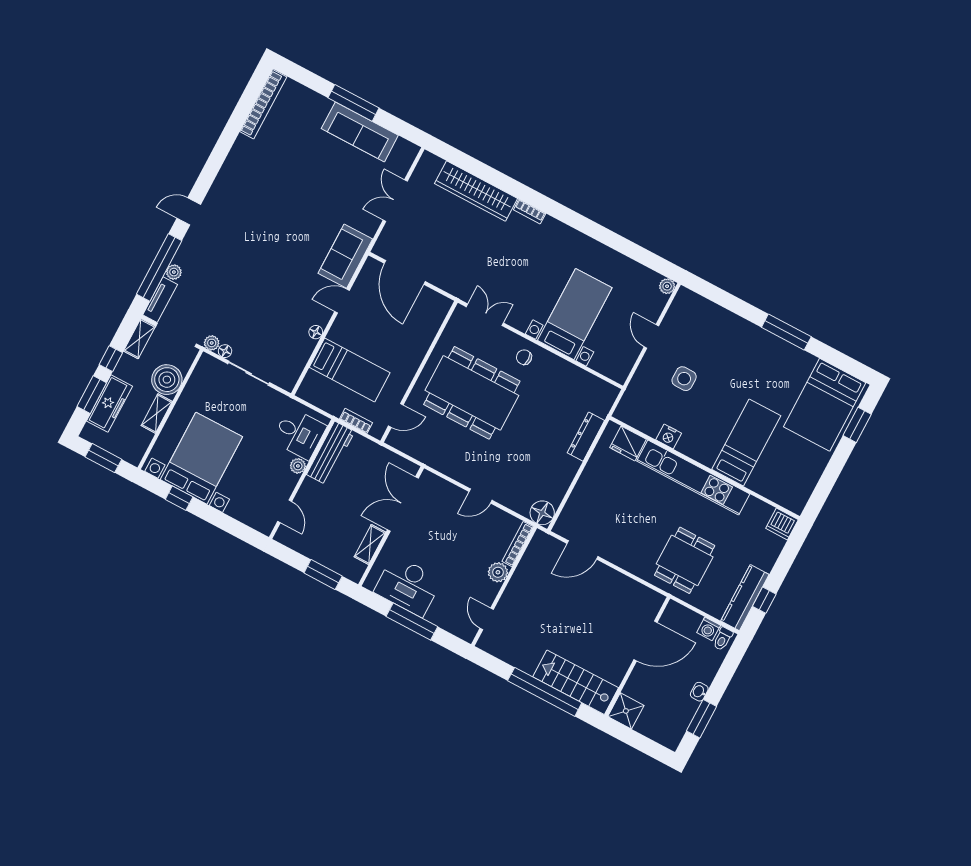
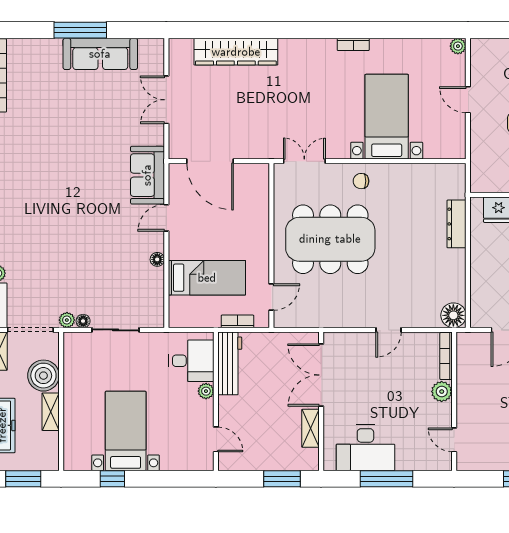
bookcase: (530, 212) -> (353, 44), moved
bed with nightstands: (201, 458) -> (126, 431), width x0.73

